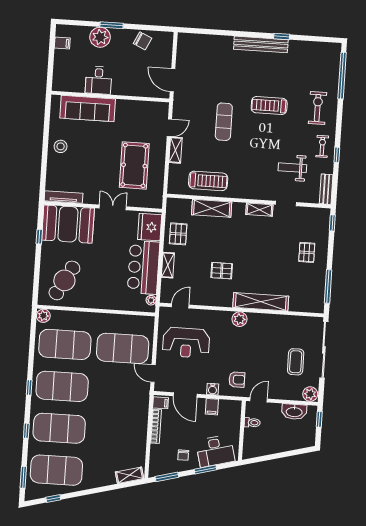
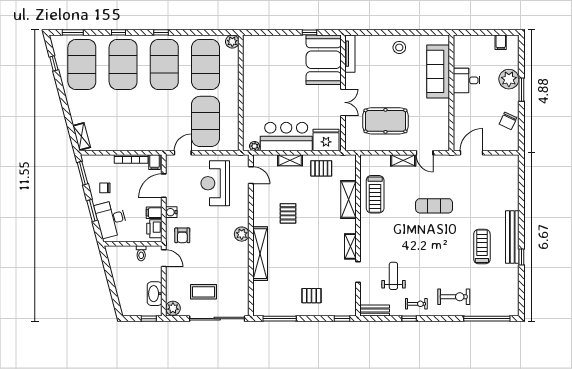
treadmill: (269, 106) -> (482, 247), moved
cafe table: (64, 280) -> (268, 60), removed
printer: (228, 408) -> (154, 229), added

